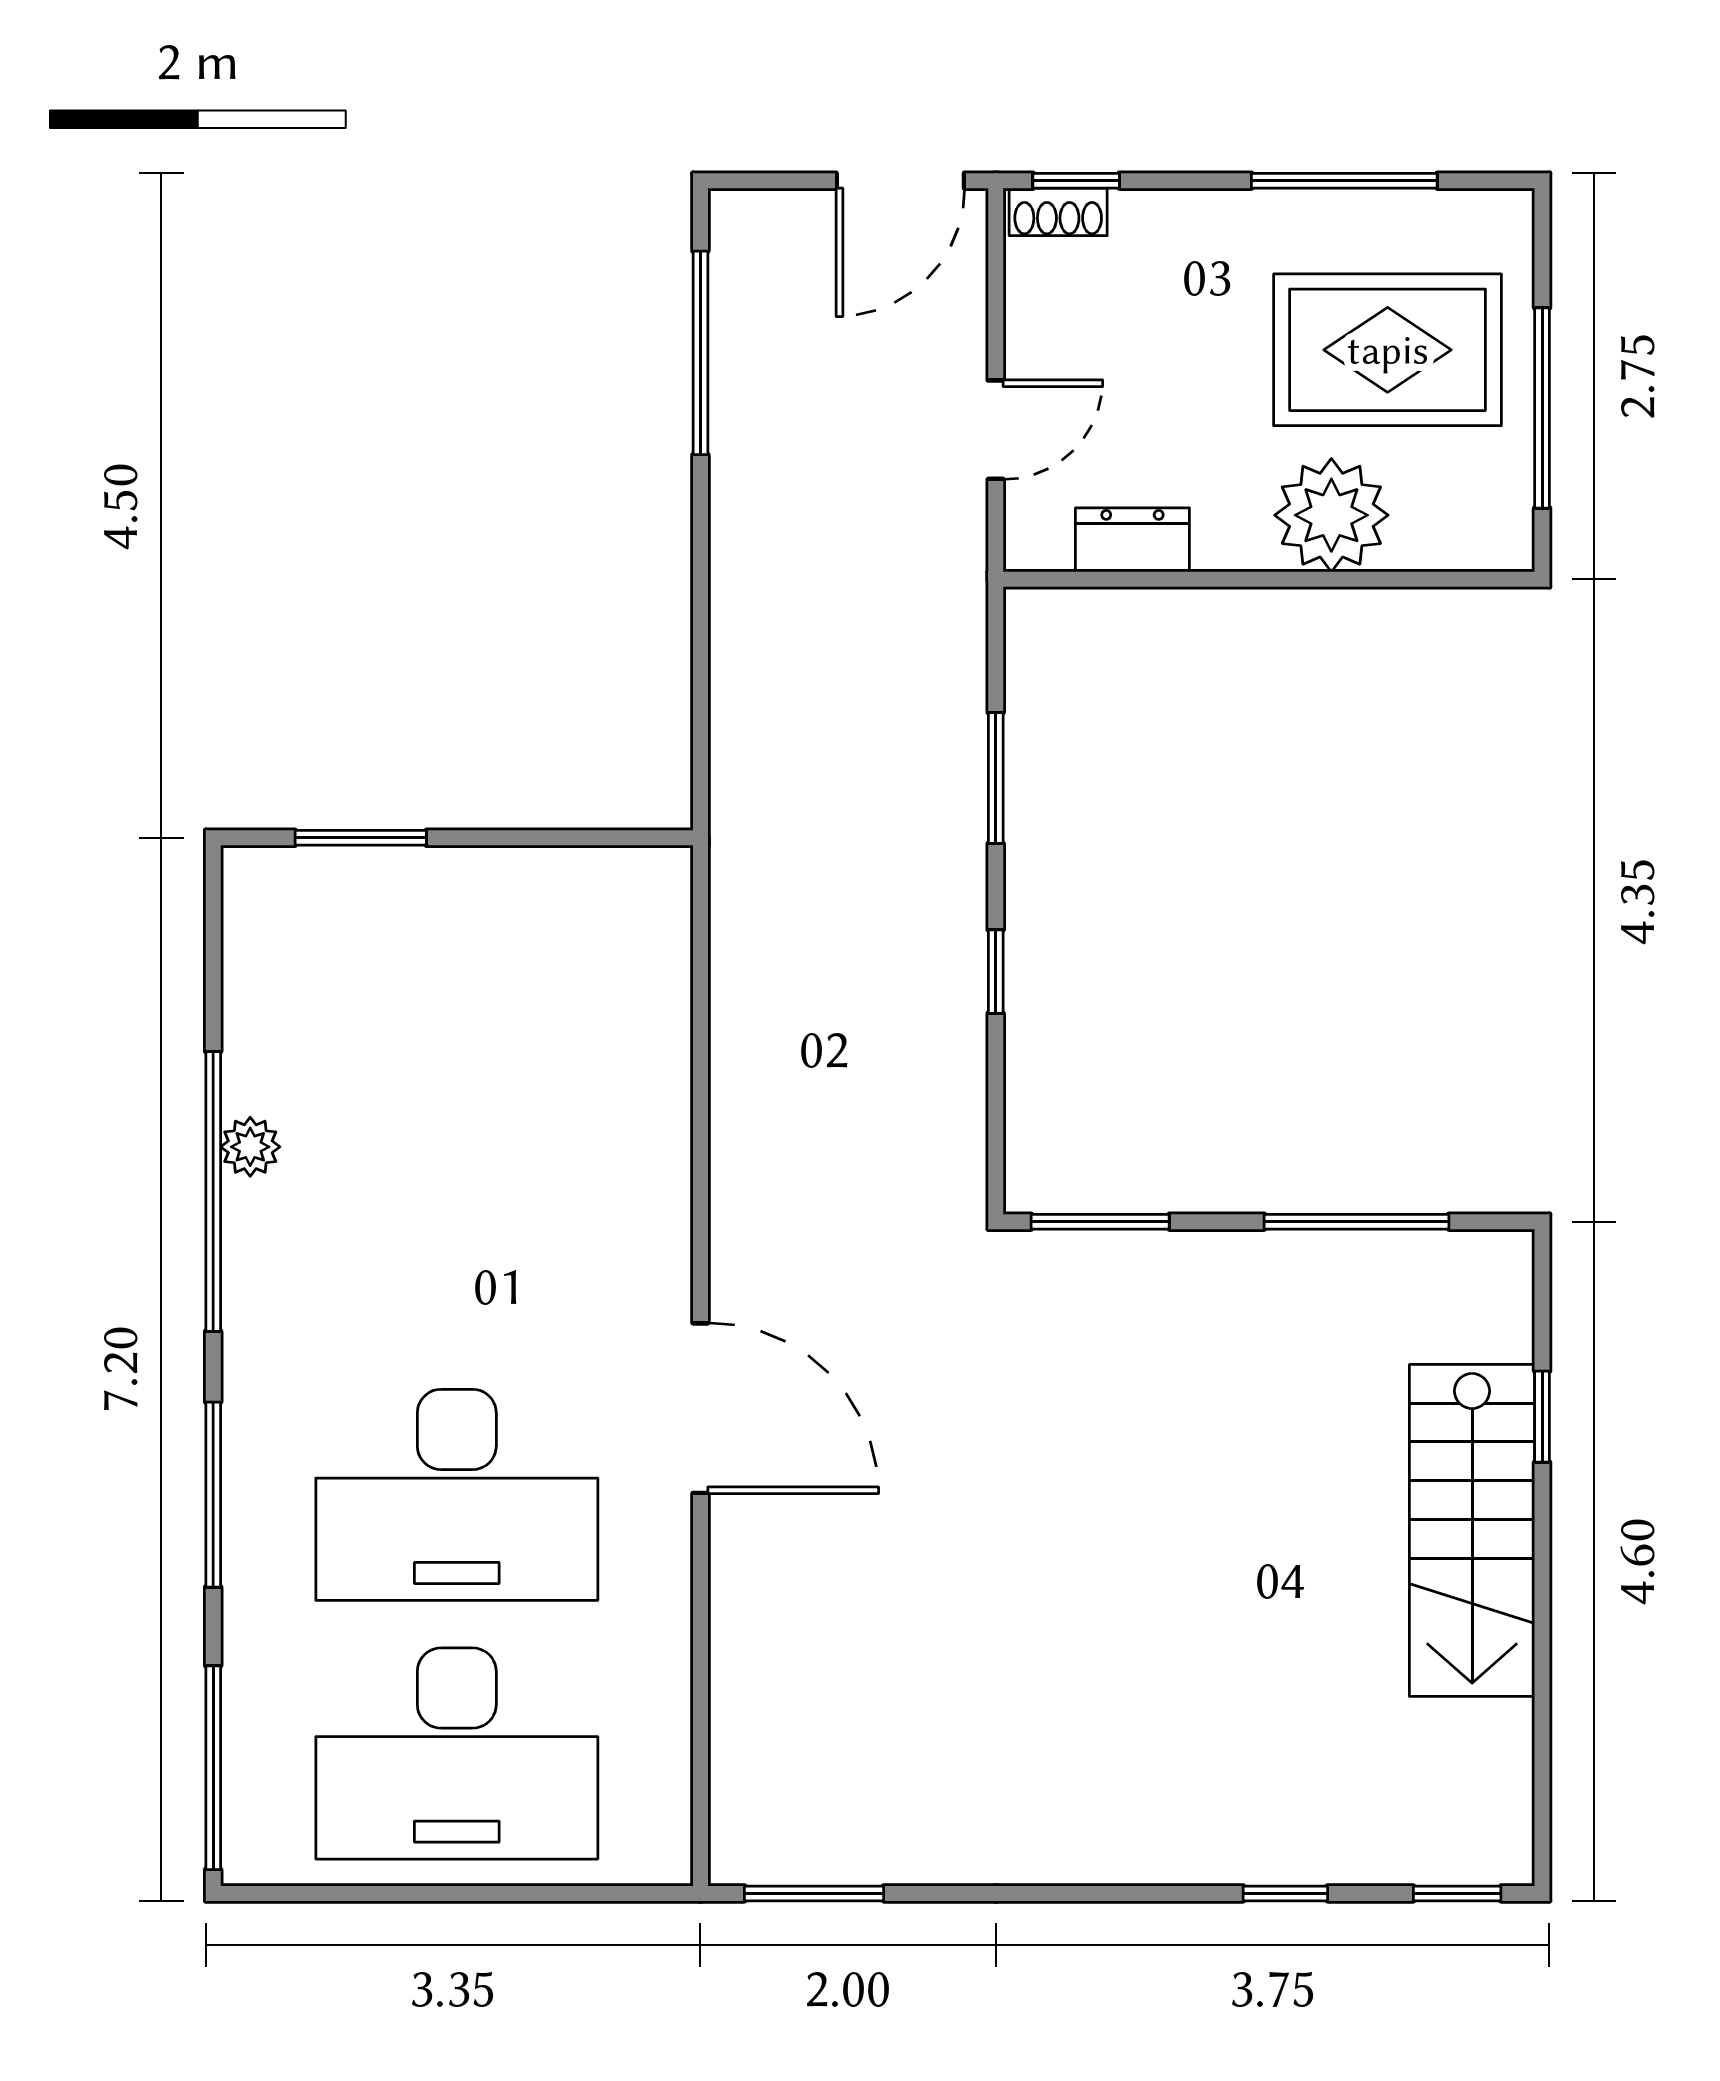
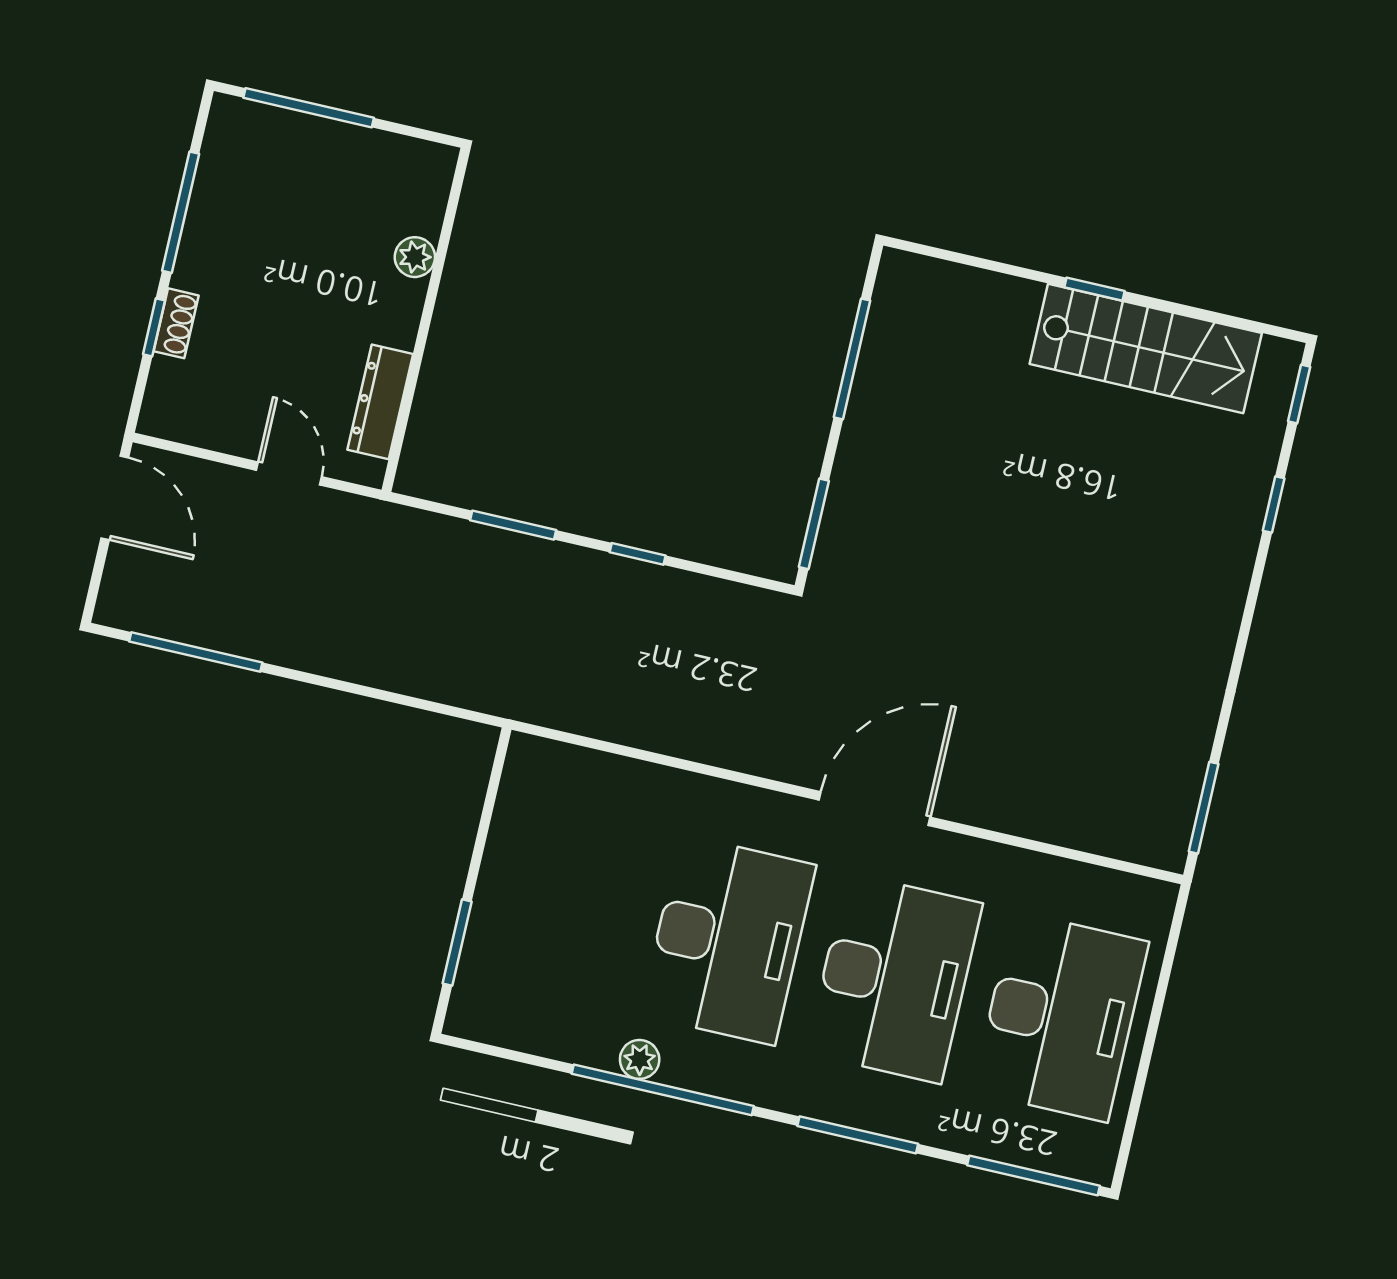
window: (1076, 181) -> (154, 327), moved
shoe rack: (1058, 212) -> (176, 323), moved
rug: (1388, 350) -> (296, 210), removed
window: (1542, 408) -> (309, 108), moved
plant: (1331, 515) -> (415, 257), width x0.53, depth x0.53
dresser: (1132, 540) -> (380, 402), width x1.44
desk: (457, 1236) -> (728, 940), added
window: (1542, 1417) -> (1095, 289), moved
stairs: (1472, 1530) -> (1146, 348), moved

